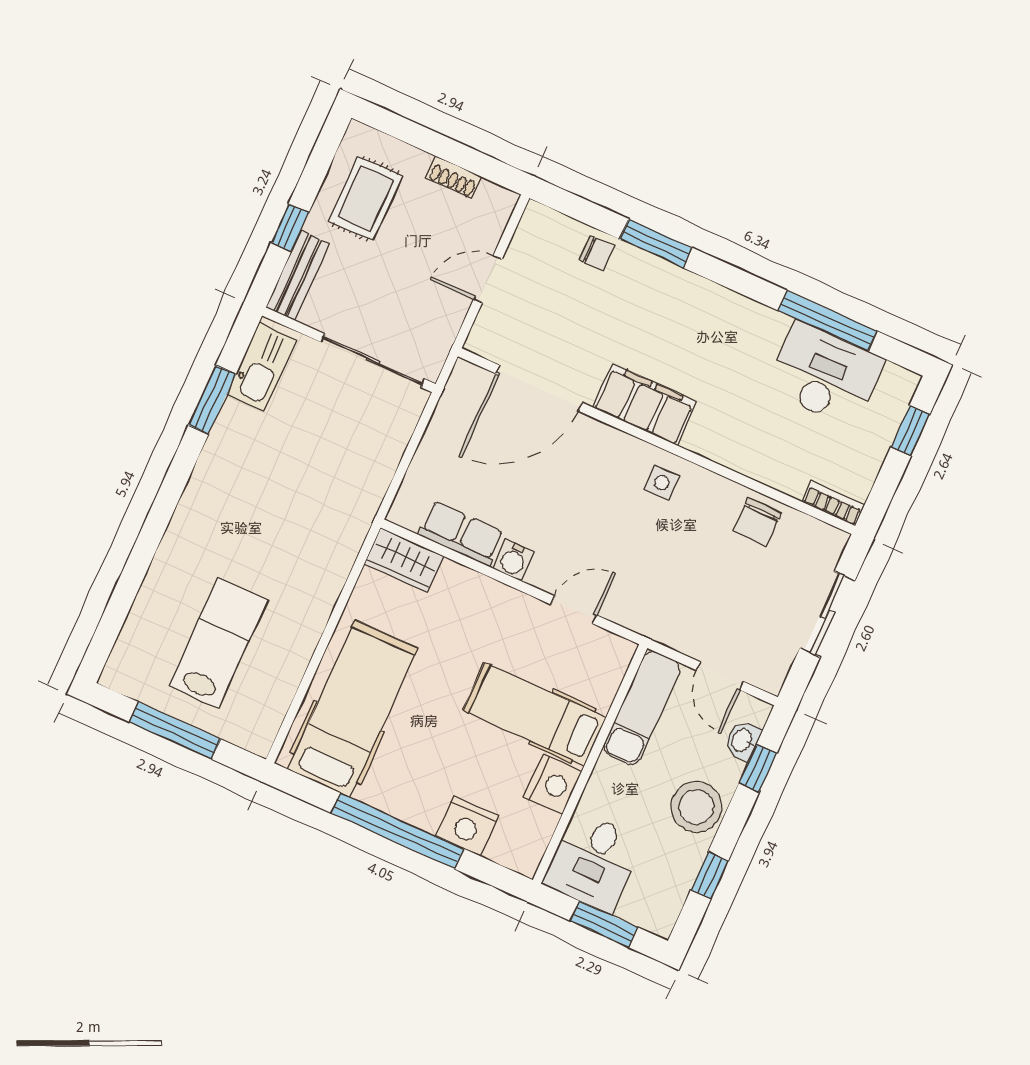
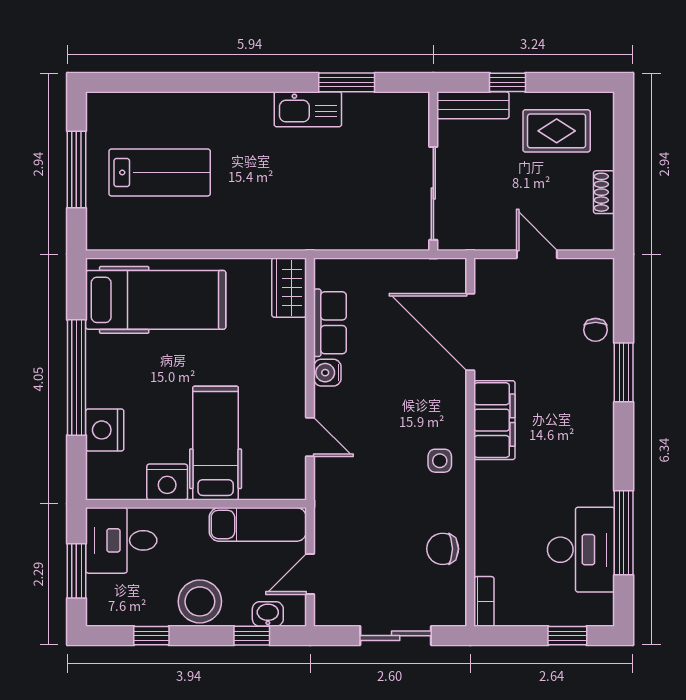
kitchen sink: (262, 367) -> (308, 109), moved

